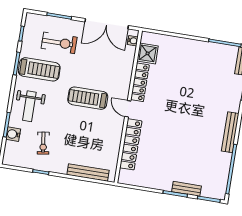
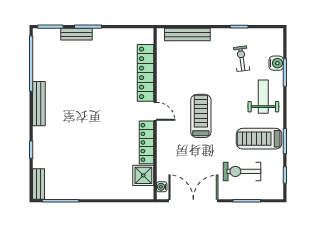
treadmill: (88, 98) -> (201, 116), turned -90

